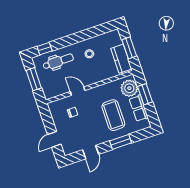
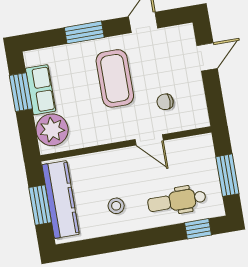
kitchen counter: (121, 59) -> (60, 200), width x1.50
window: (145, 94) -> (21, 92), moved
coffee table: (113, 115) -> (115, 78), moved

